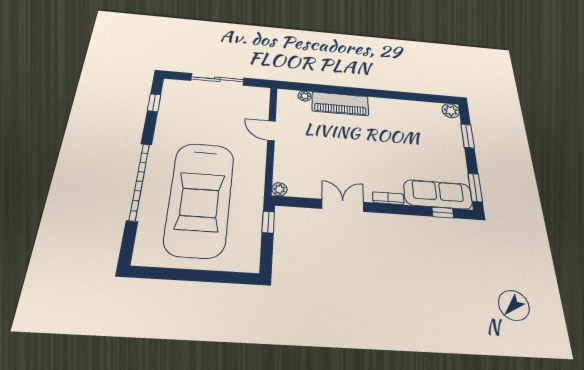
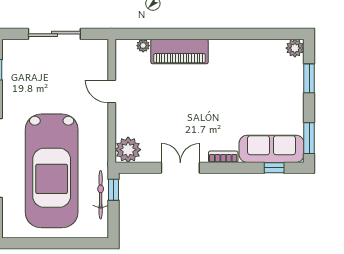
plant: (279, 189) -> (128, 150), width x1.87, depth x1.87
bicycle: (253, 226) -> (101, 195), added

